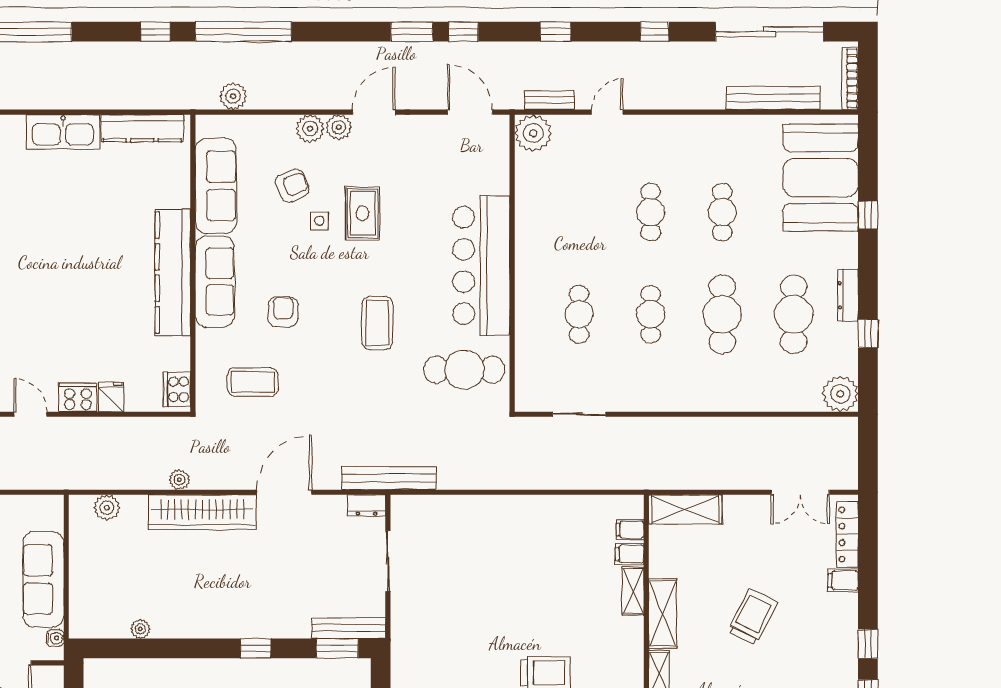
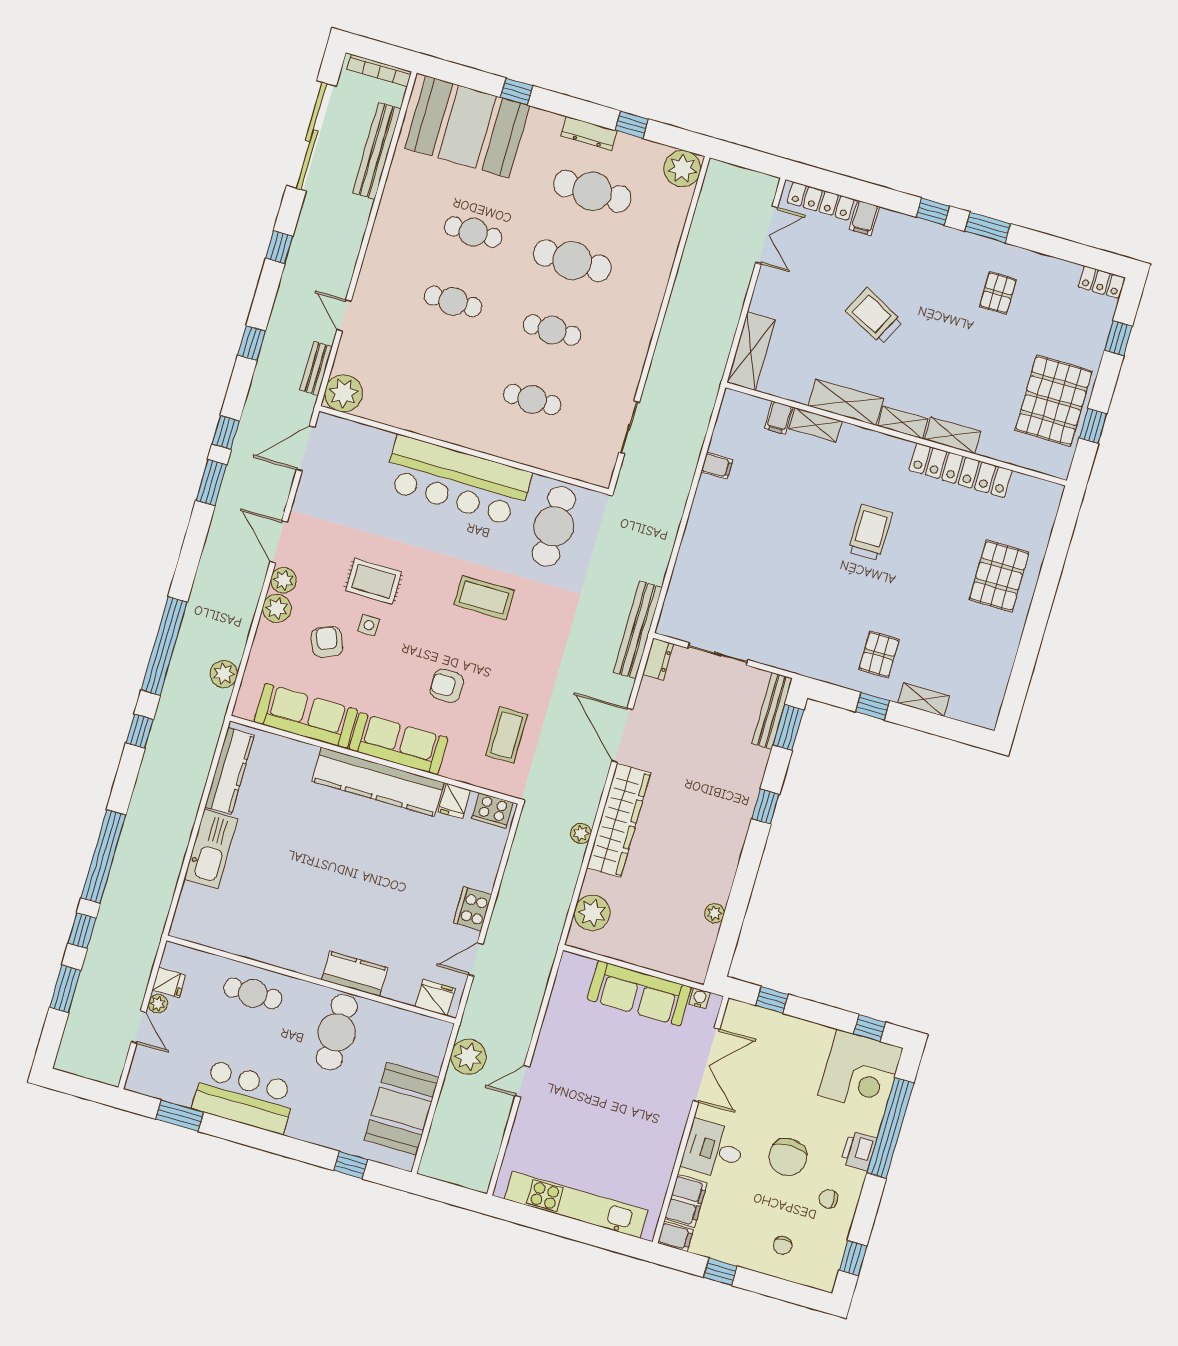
fridge: (111, 397) -> (454, 801), moved, turned -90
plant: (107, 508) -> (592, 913), width x1.36, depth x1.36
filing cabinet: (630, 530) -> (717, 466), moved, turned -90

